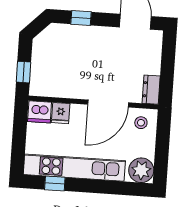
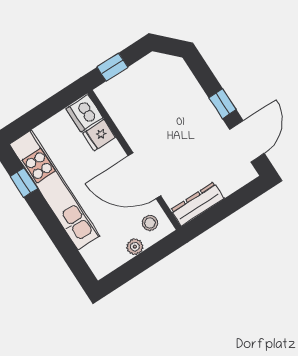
window: (81, 18) -> (223, 104), moved
dresser: (151, 90) -> (197, 204), width x1.44
plant: (141, 170) -> (135, 247), moved, width x0.53, depth x0.53

